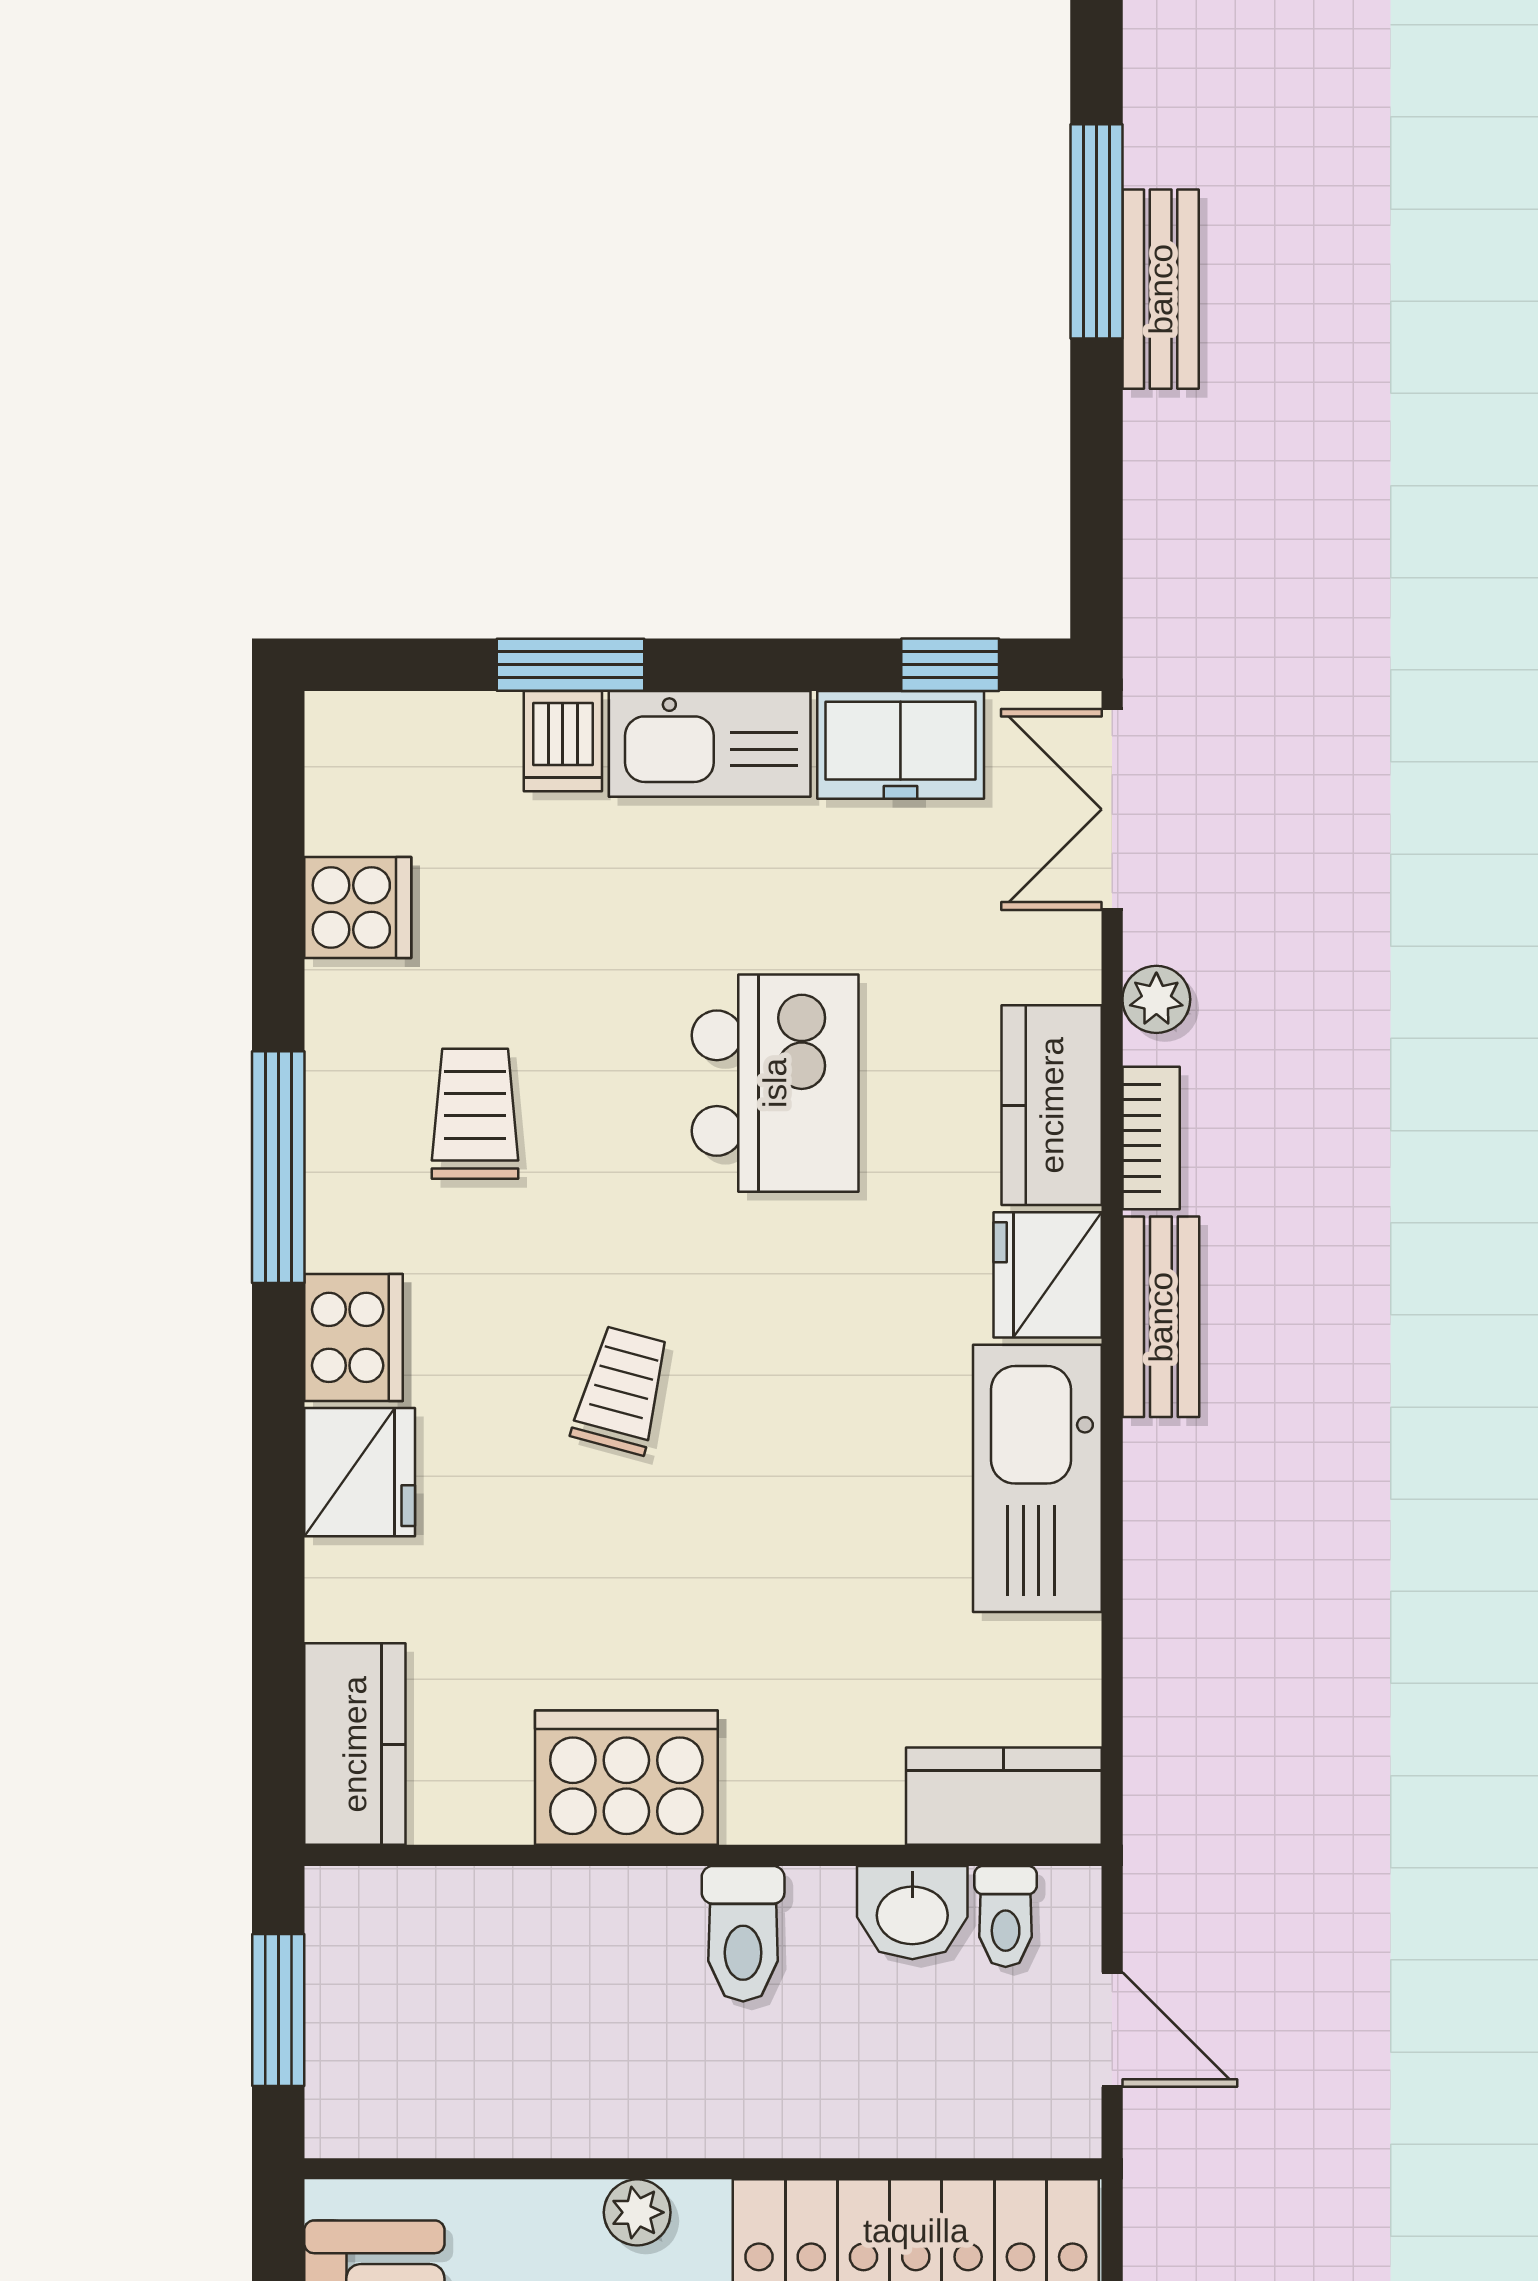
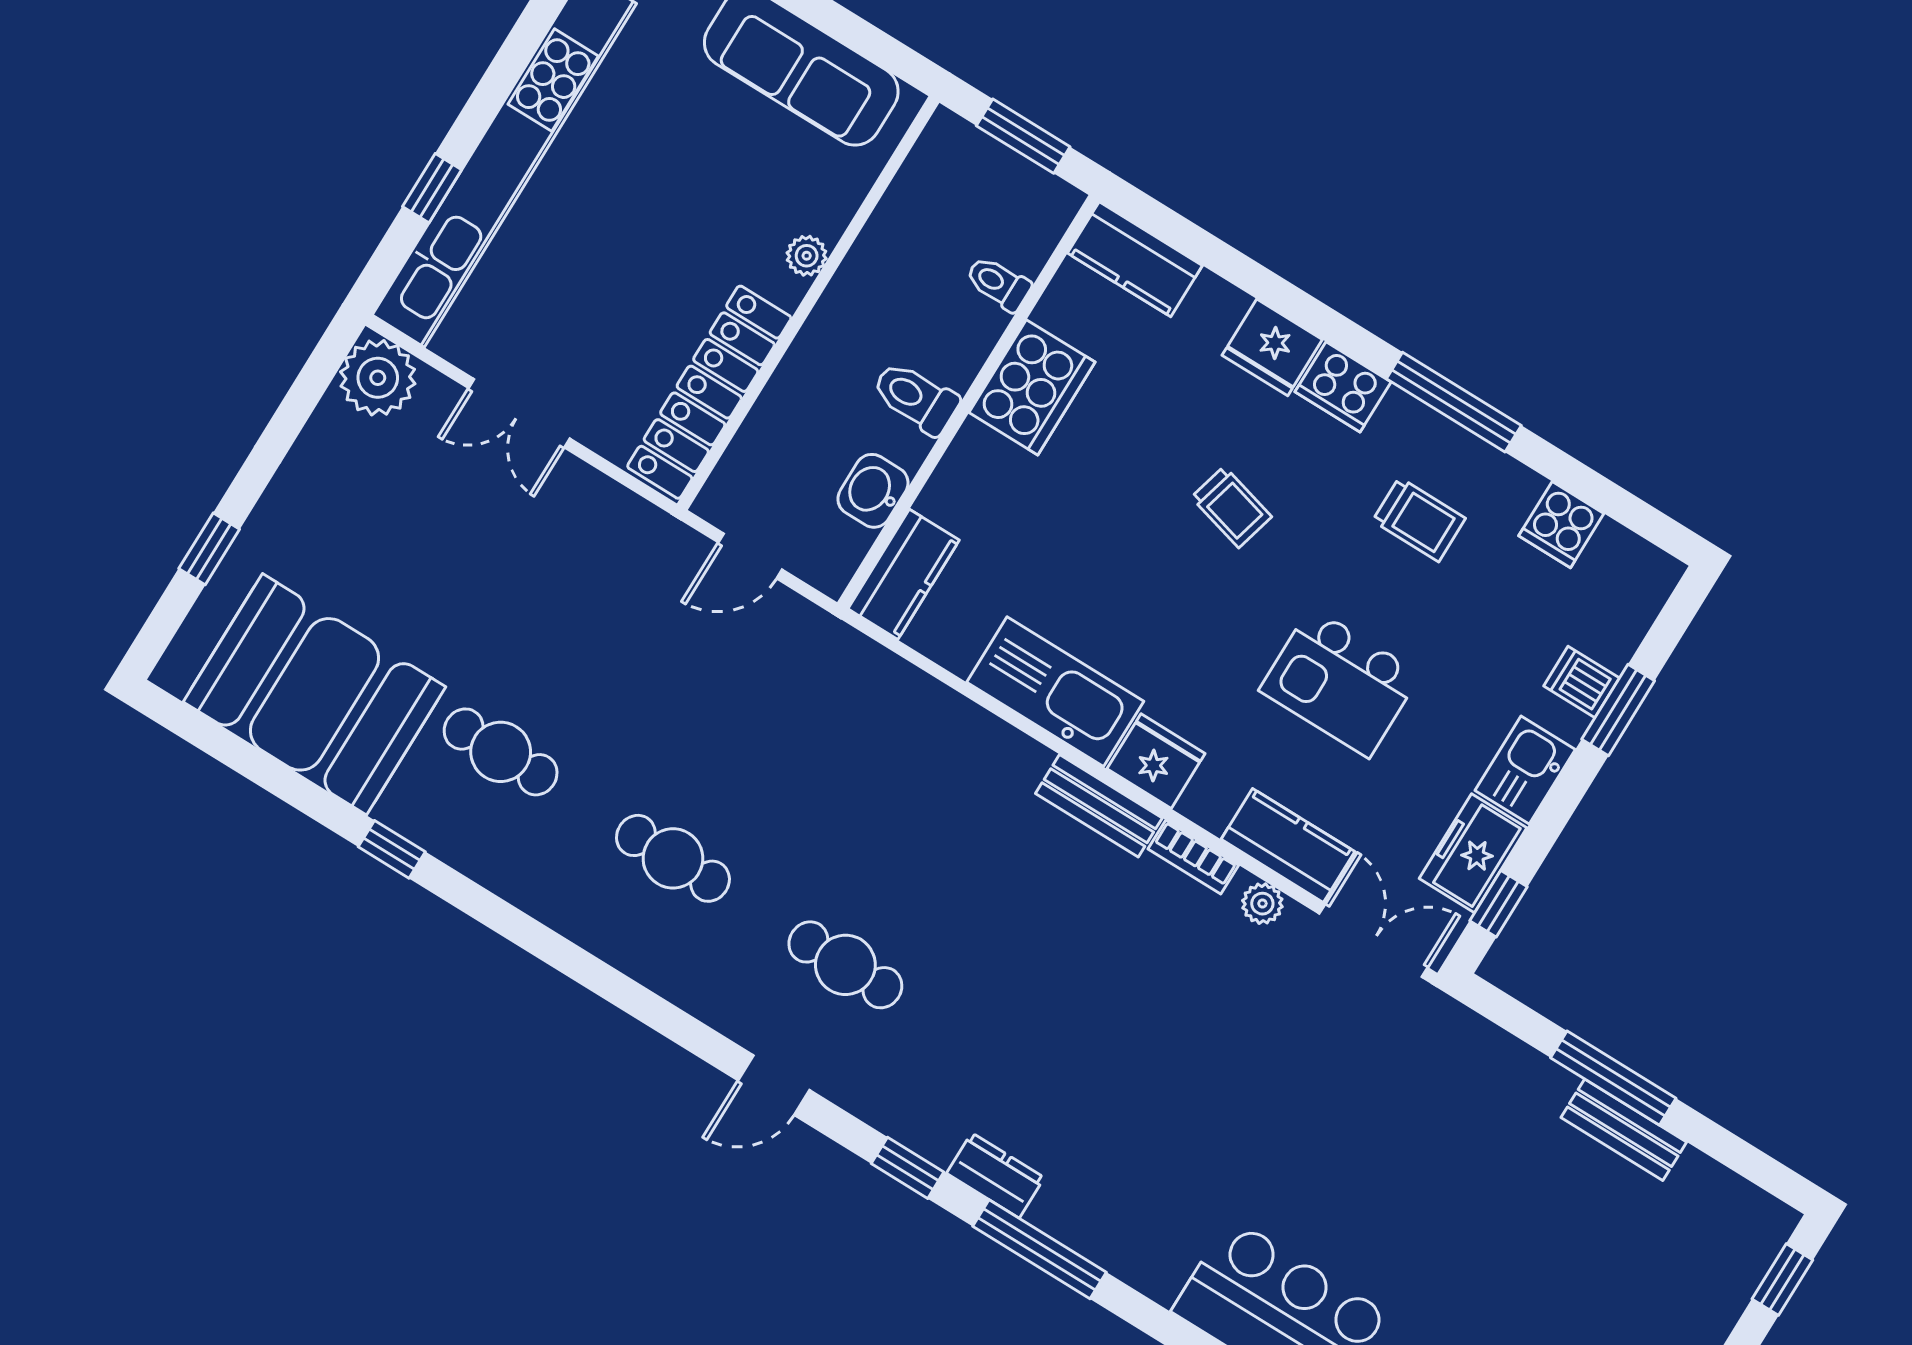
window: (1096, 231) -> (1613, 1078), moved
kitchen sink: (710, 744) -> (1525, 770), width x0.73
kitchen counter: (1052, 1105) -> (1288, 845), moved
toilet: (1006, 1916) -> (998, 283), moved

